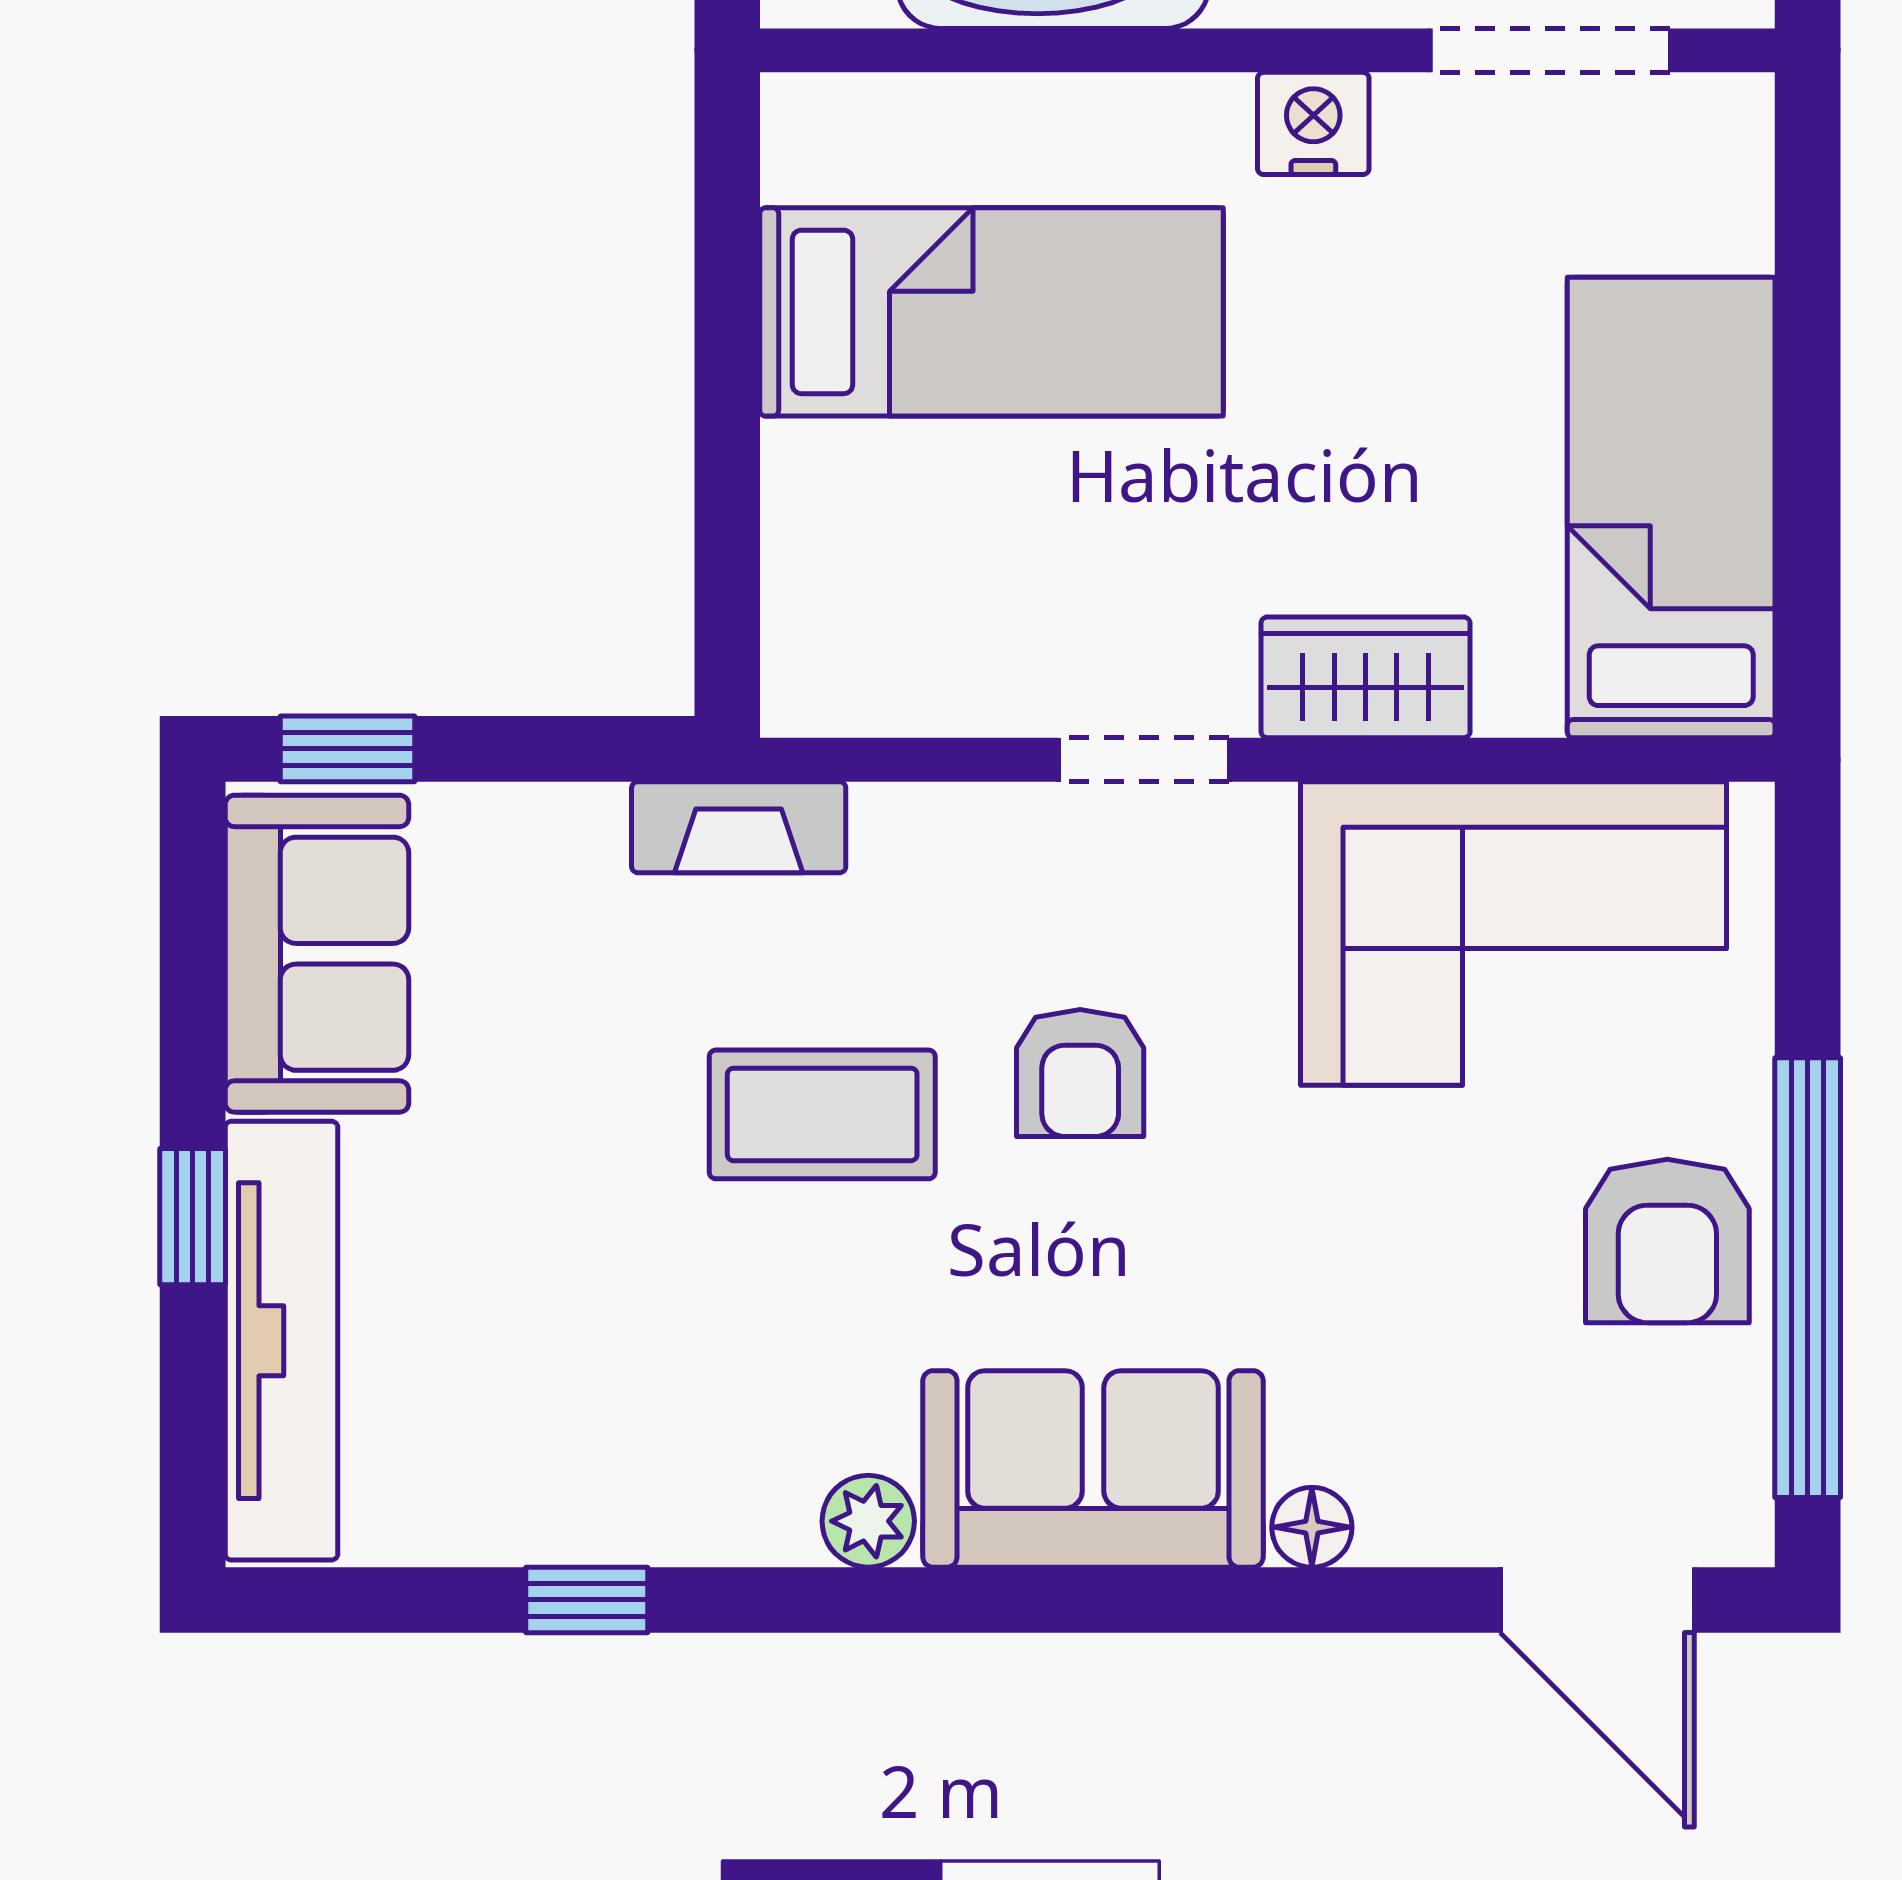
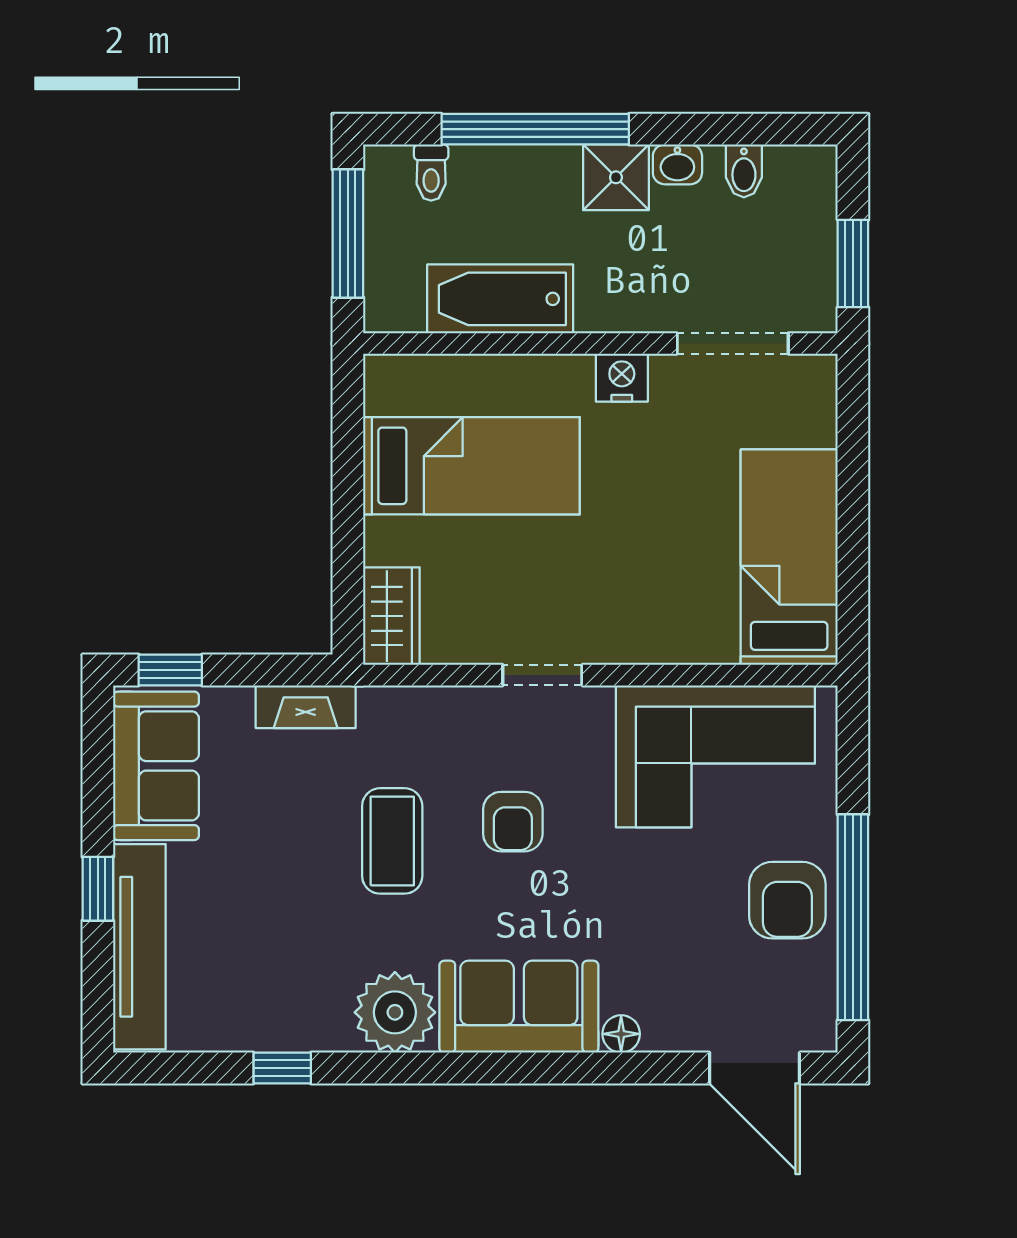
wardrobe: (1366, 677) -> (391, 616), moved, turned 90
fireplace: (739, 827) -> (306, 707), moved
coffee table: (822, 1114) -> (392, 841), turned 90
plant: (868, 1521) -> (395, 1012), width x1.88, depth x1.88

